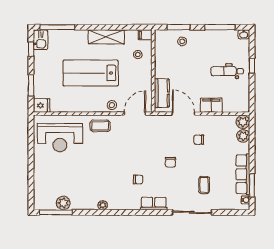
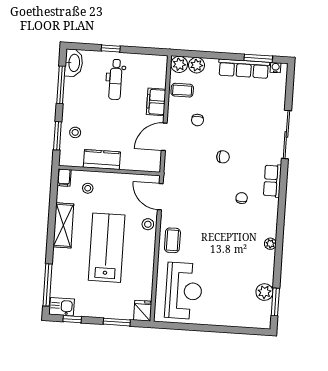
washbasin: (244, 34) -> (74, 63), width x1.91, depth x1.45
lab bench: (91, 73) -> (107, 248), turned 180
kitchen counter: (162, 93) -> (102, 160), moved
coffee table: (204, 185) -> (182, 90), moved
window: (56, 212) -> (275, 302), width x0.69

